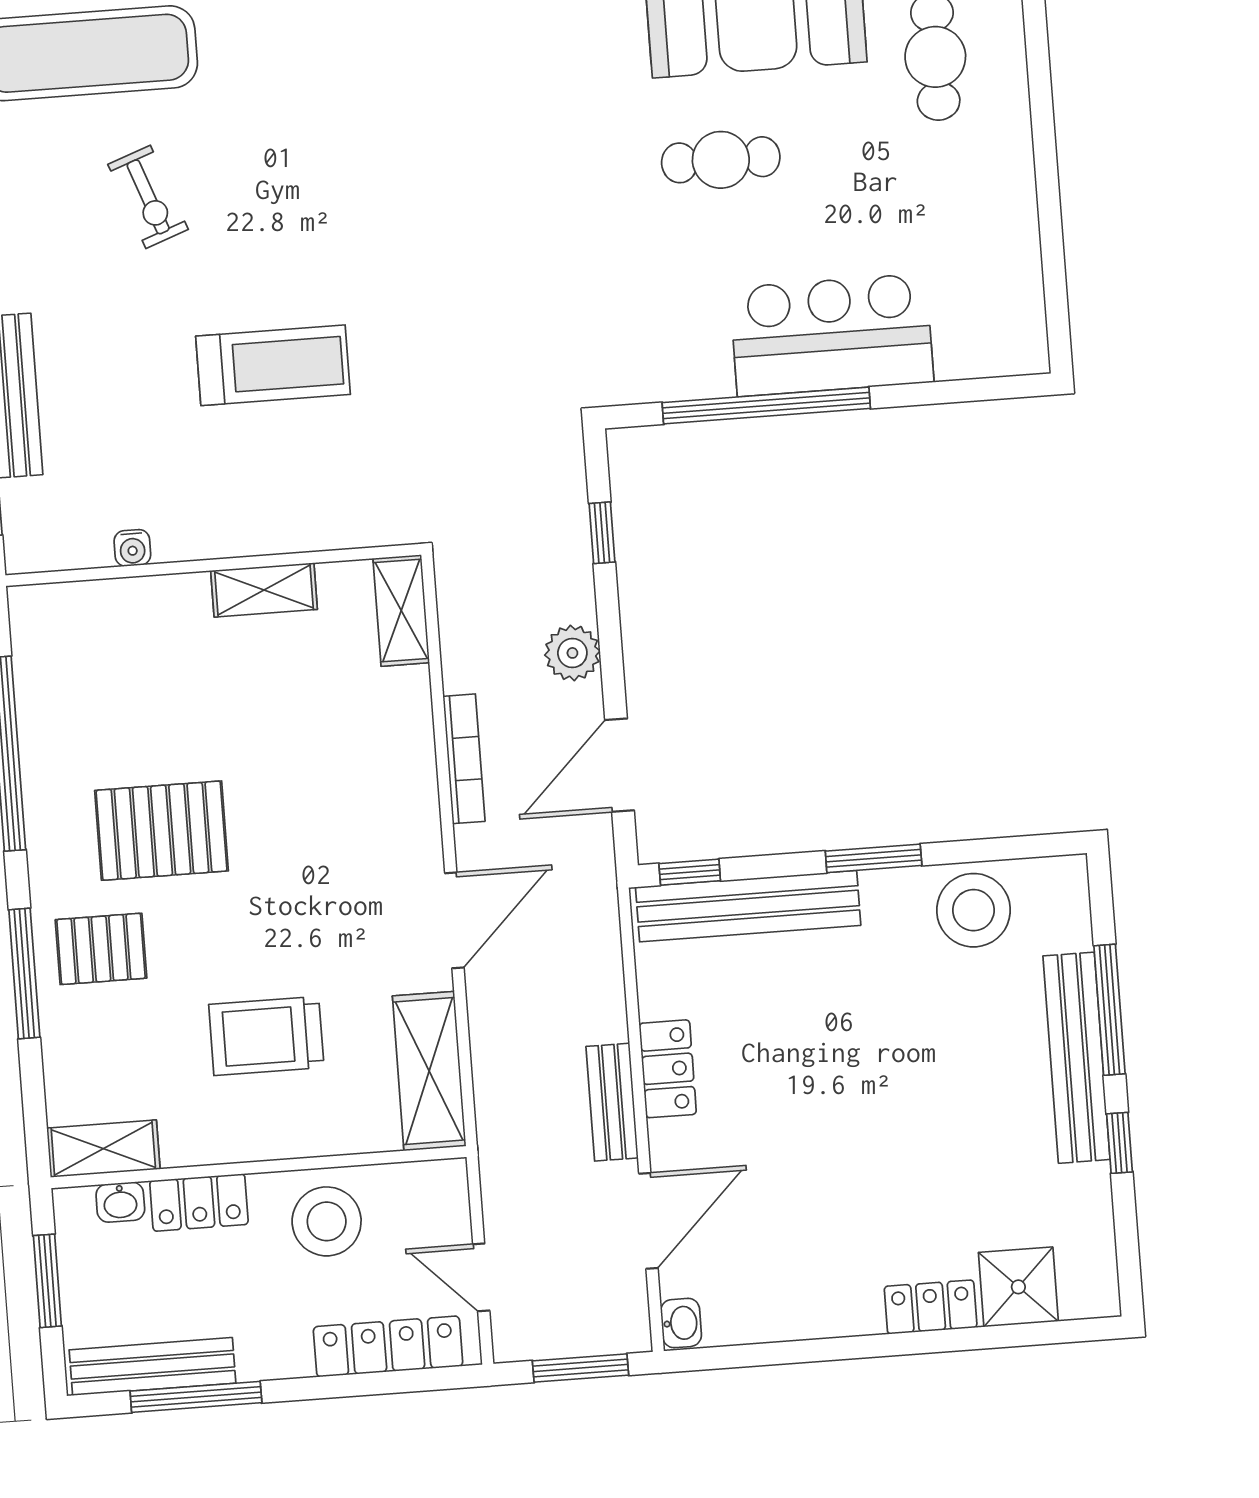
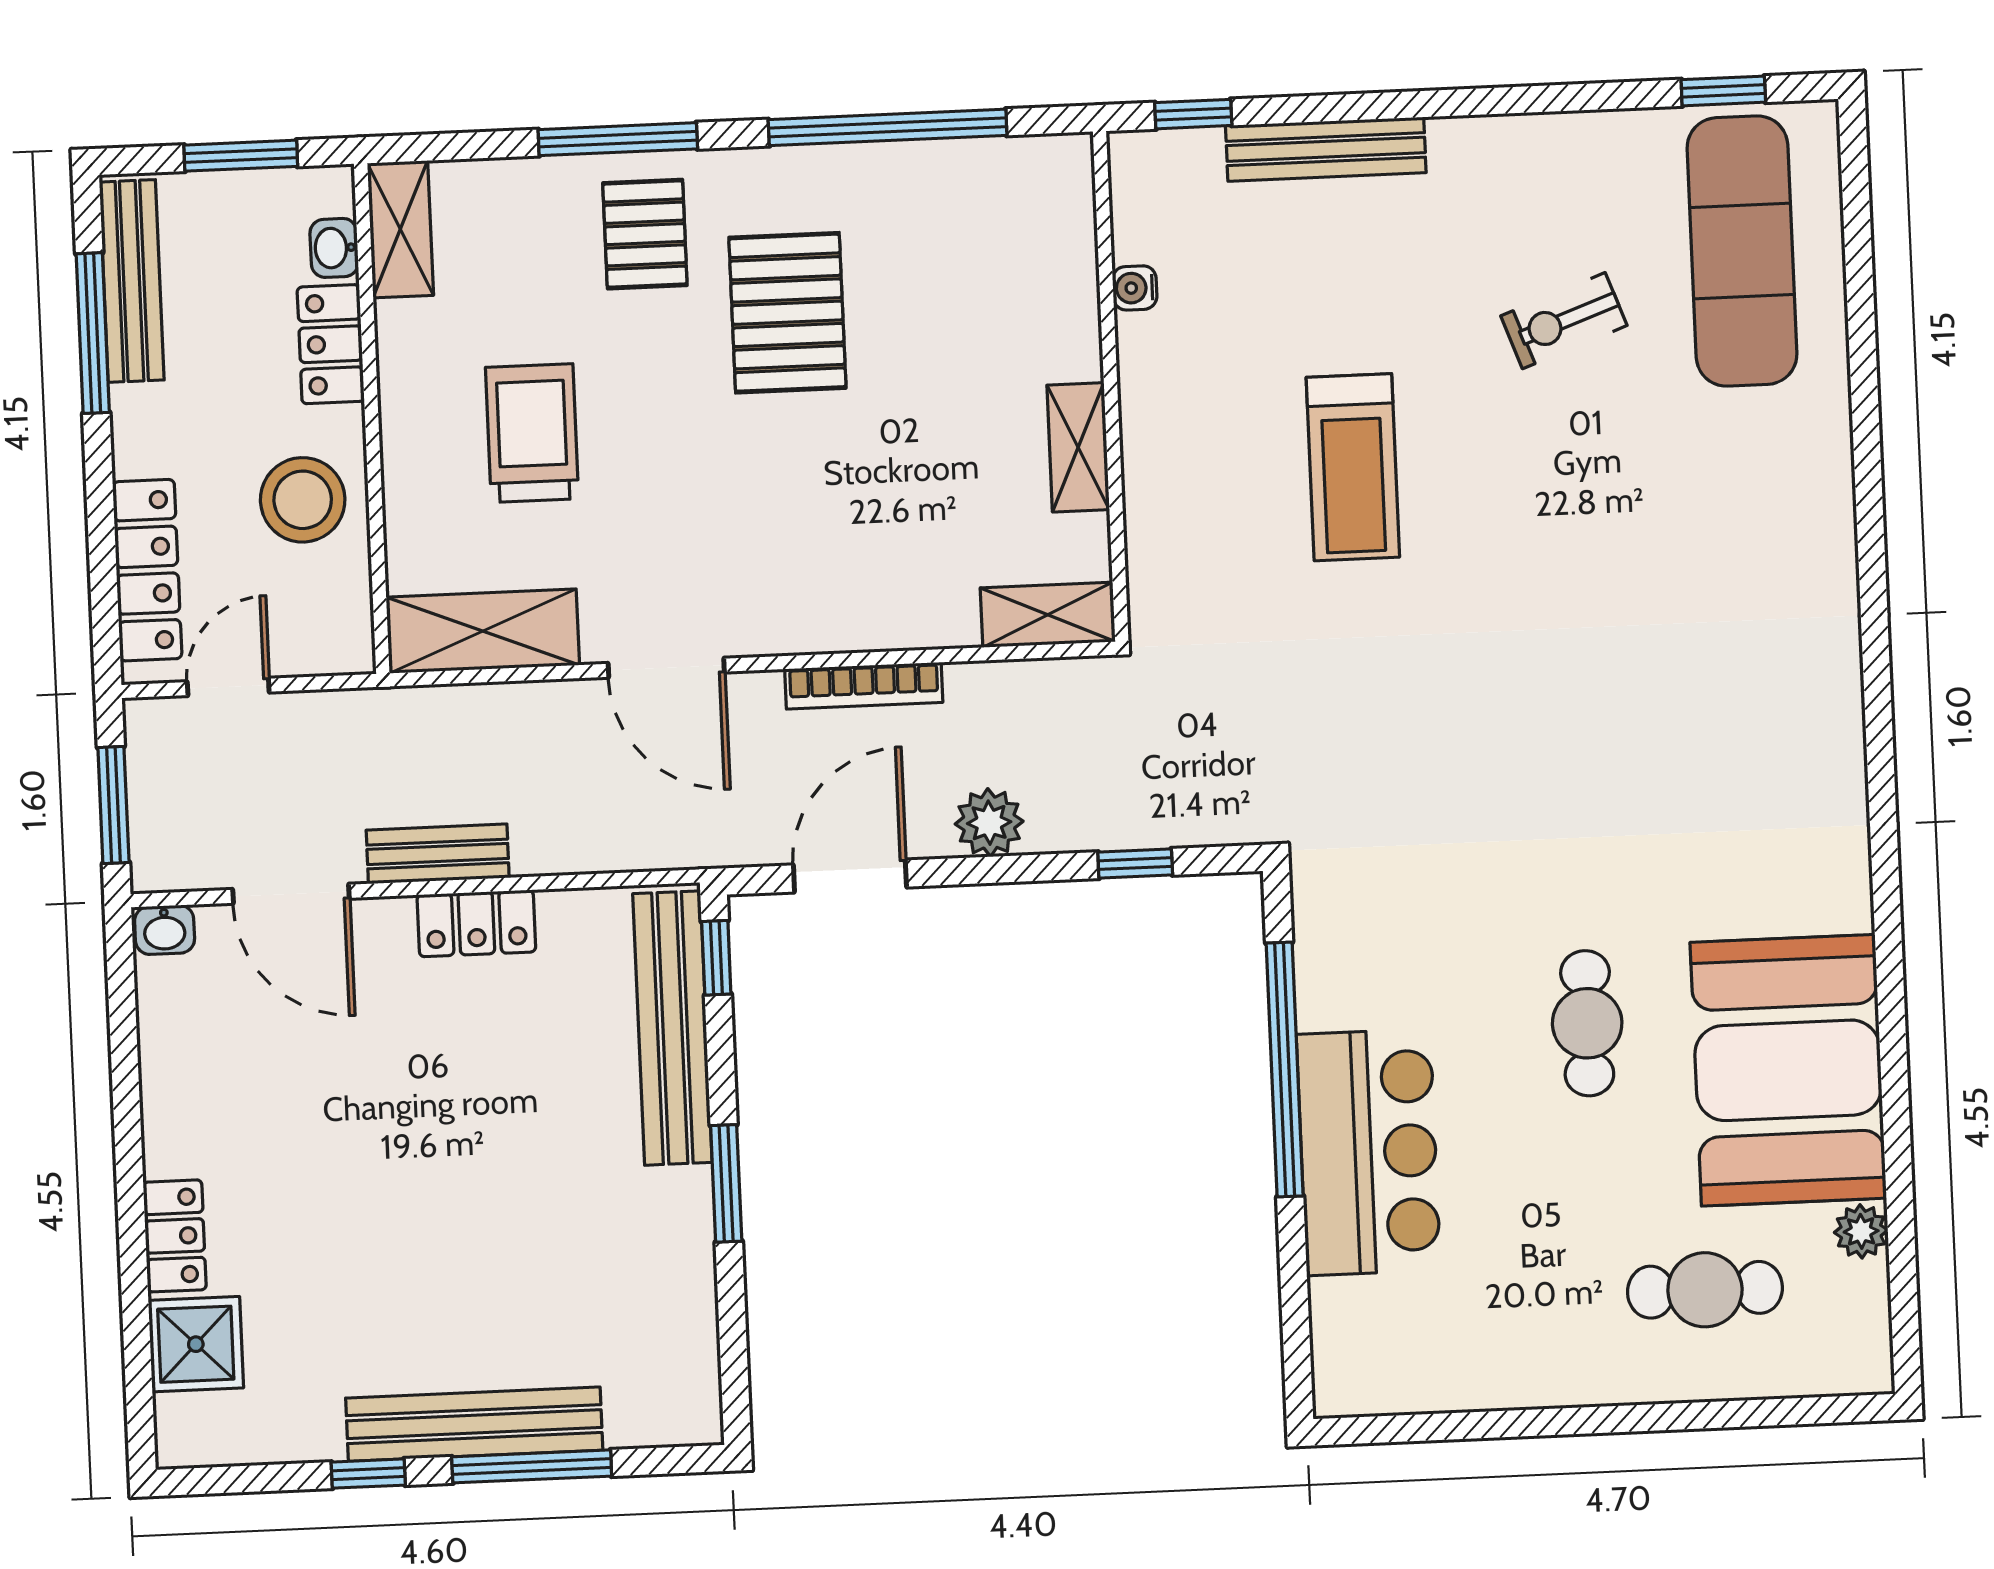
door: (620, 765) -> (850, 876), hinge flipped
stool: (973, 910) -> (659, 1304), removed

